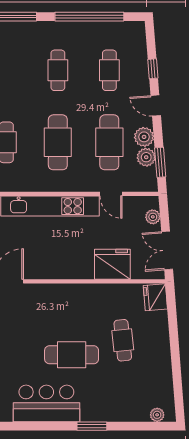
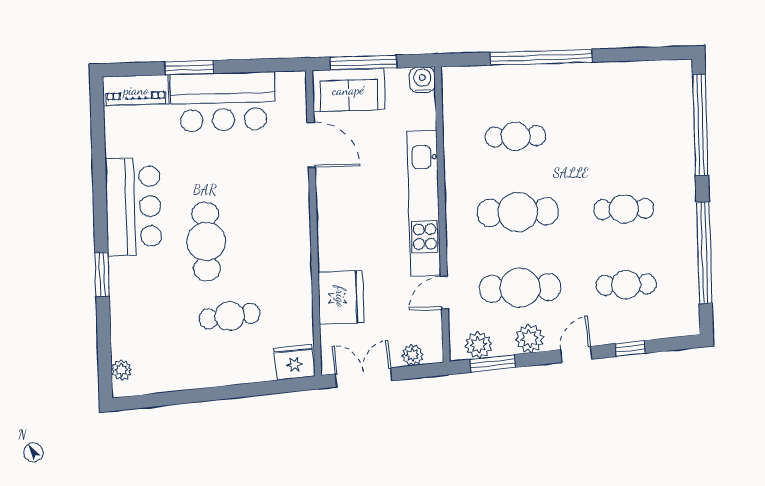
plant: (146, 157) -> (478, 345), moved

